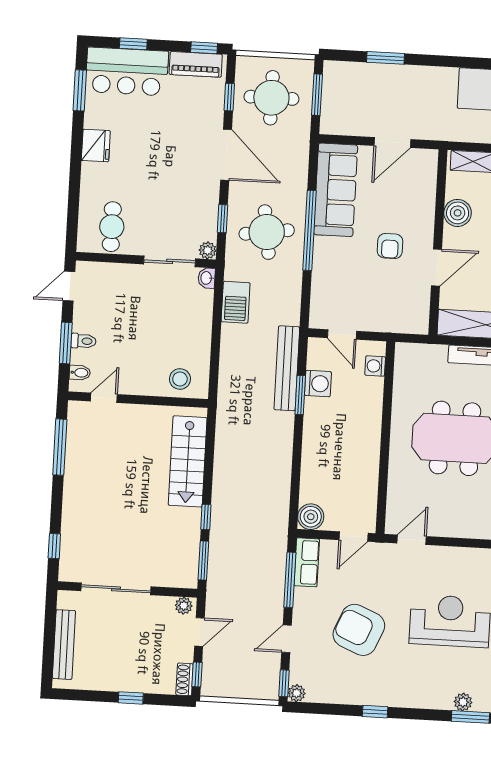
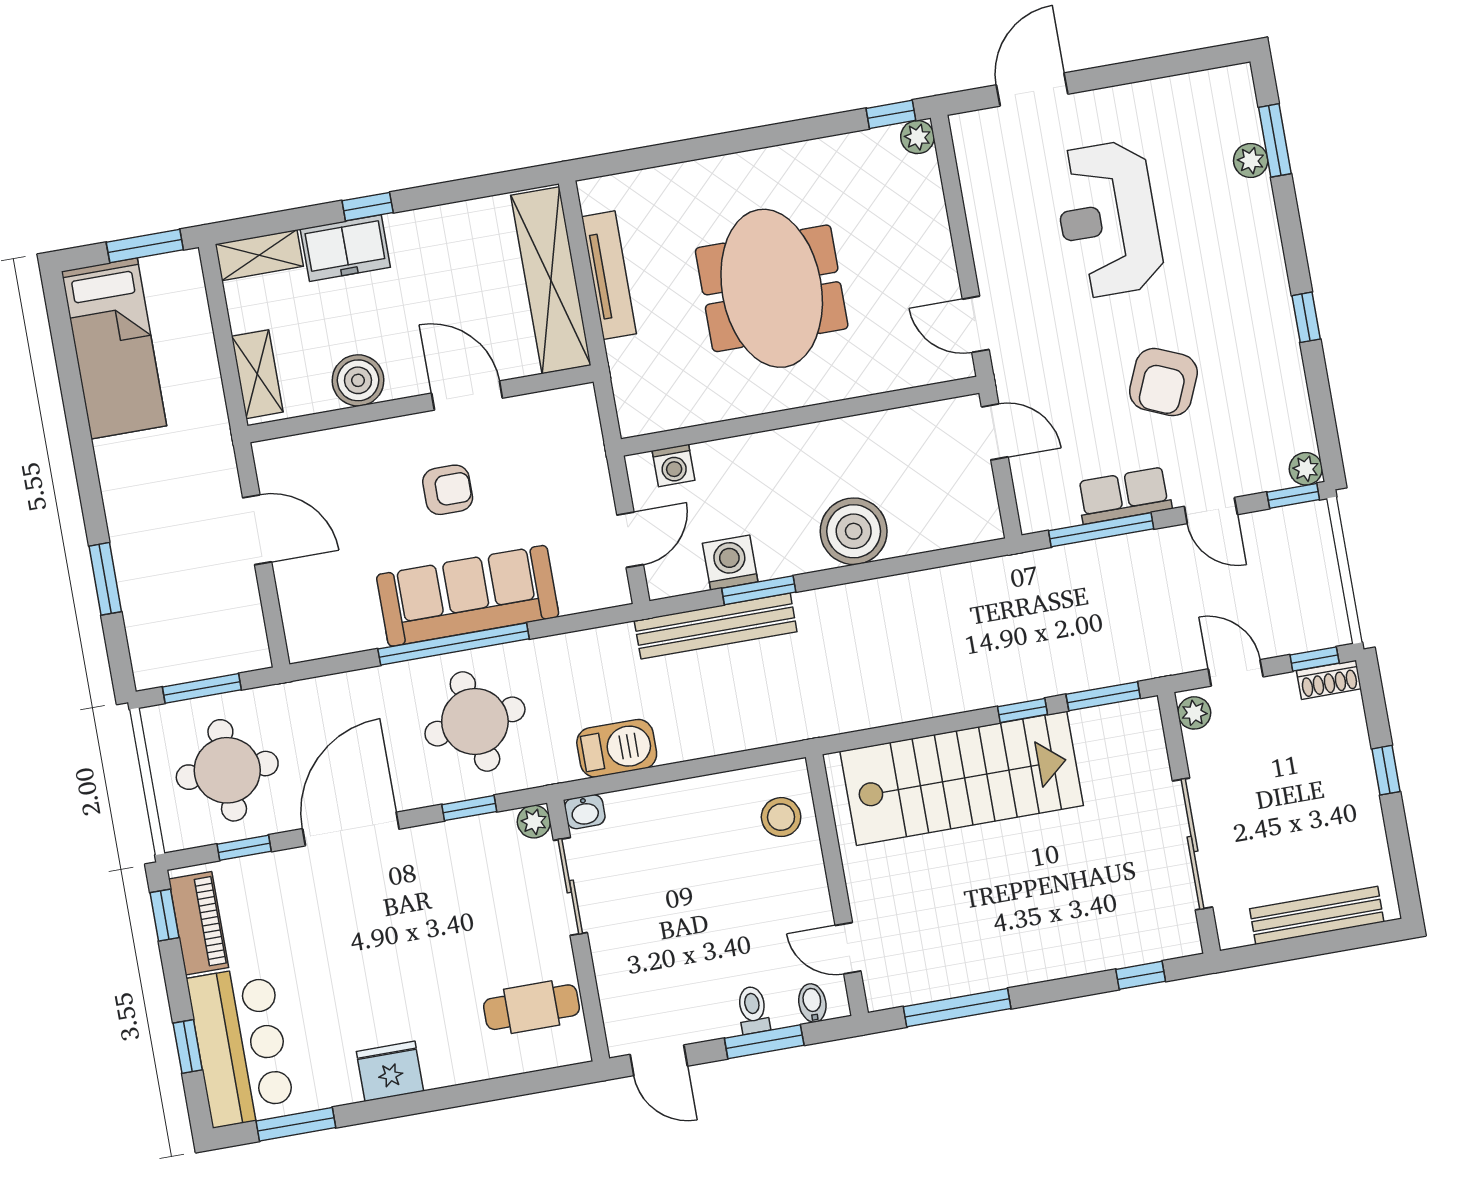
sofa: (336, 190) -> (468, 596), moved
stairs: (188, 461) -> (962, 778), width x1.36, depth x1.51
boiler: (311, 517) -> (854, 531), moved, width x1.37, depth x1.37
row of seats: (307, 562) -> (1124, 495), moved
armchair: (359, 630) -> (1163, 382), width x0.73, depth x0.73

